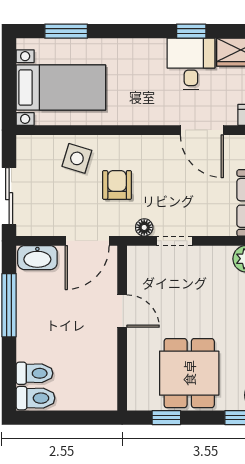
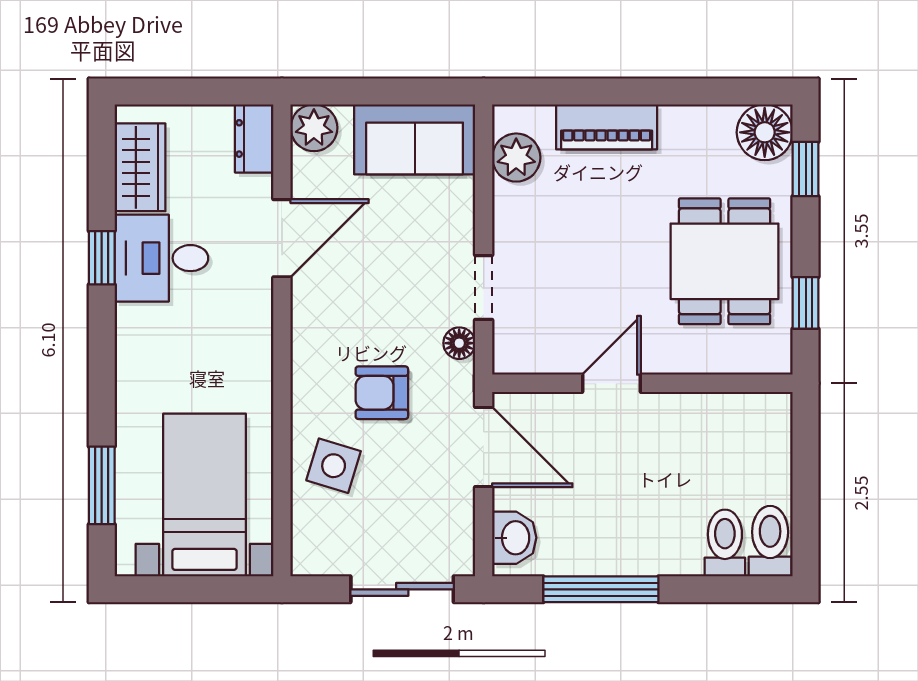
washbasin: (37, 258) -> (514, 538), width x0.72
dining table: (189, 373) -> (725, 261), turned 90

